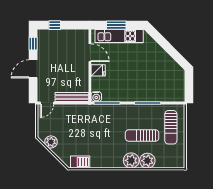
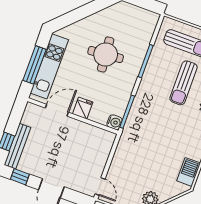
window: (116, 25) -> (34, 65), width x1.44
round table: (142, 73) -> (106, 54), added
bench: (72, 97) -> (17, 146), moved

